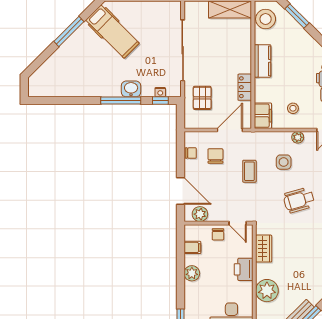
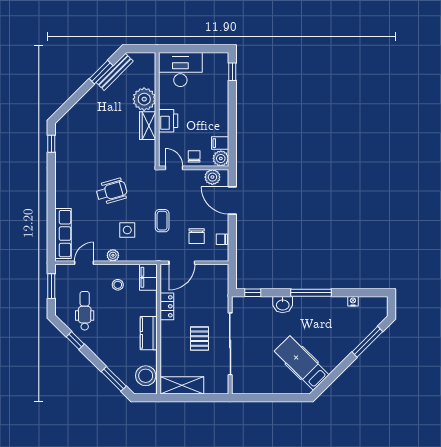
window: (69, 31) -> (367, 342), moved
nightstand: (160, 92) -> (353, 301), moved
pallet: (202, 98) -> (200, 339), moved
window: (121, 101) -> (311, 293), moved
wardrobe: (264, 249) -> (148, 126), moved
plant: (192, 273) -> (221, 158), moved

